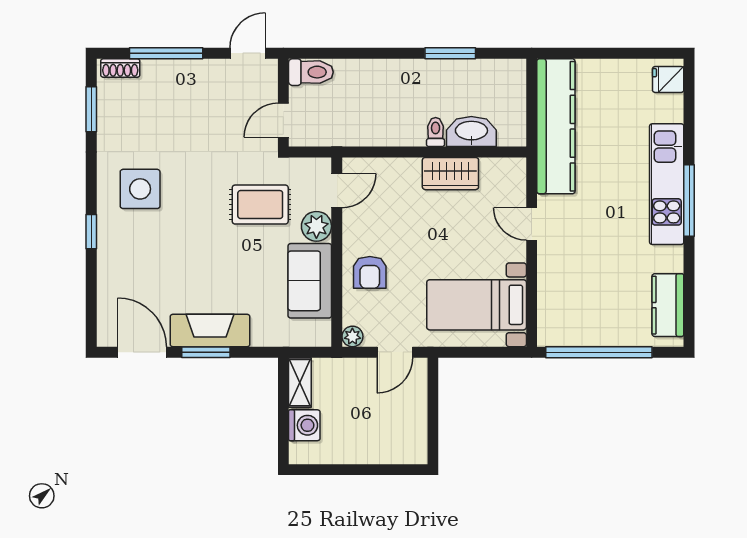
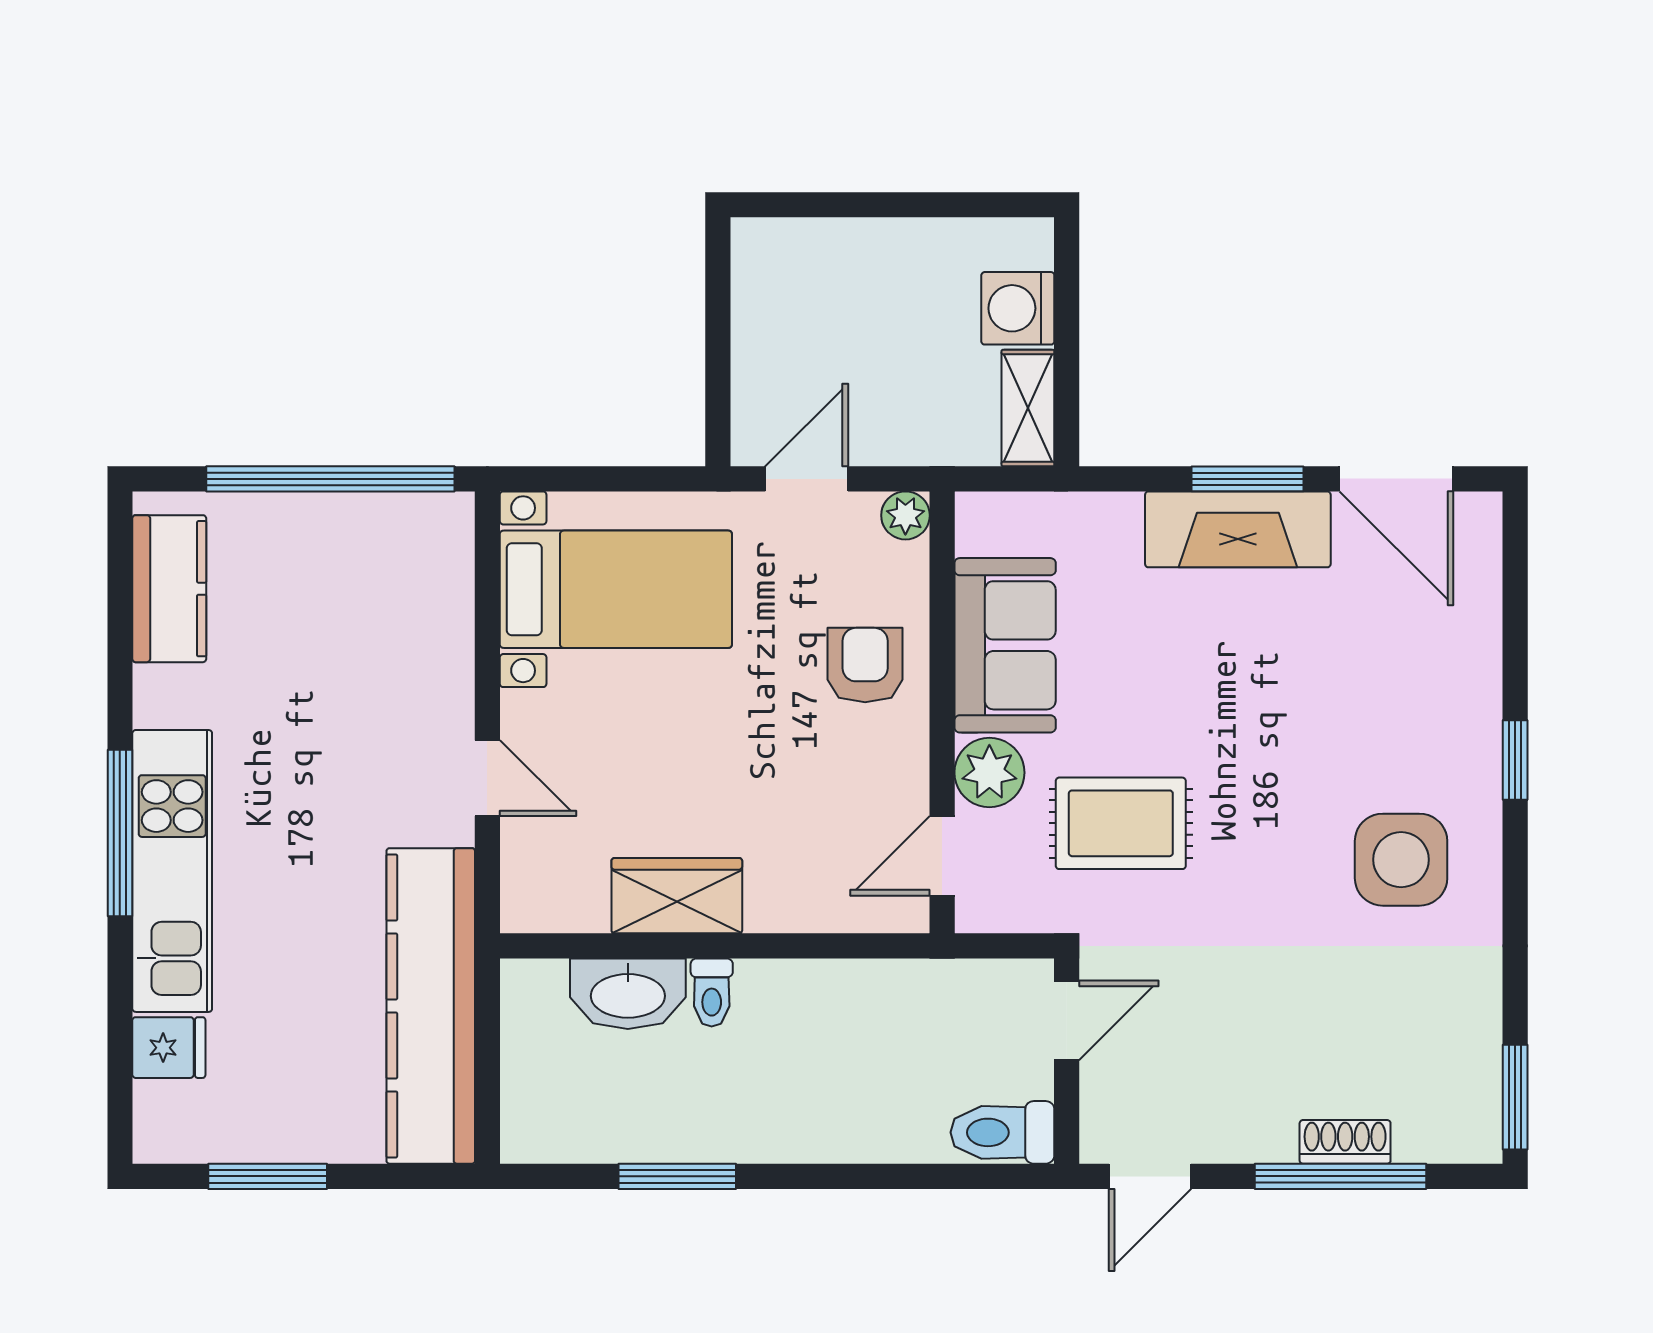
window: (626, 53) -> (268, 1176), added
shoe rack: (120, 68) -> (1345, 1142), moved
fridge: (668, 79) -> (169, 1048), moved
window: (91, 109) -> (1515, 1097), moved

